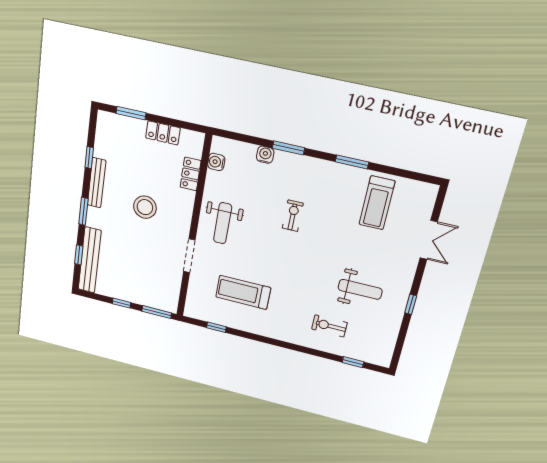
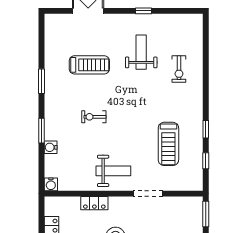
water cooler: (216, 162) -> (51, 184), moved
locker: (191, 174) -> (94, 203), moved
treadmill: (377, 203) -> (89, 65), moved
window: (353, 362) -> (206, 129), moved

